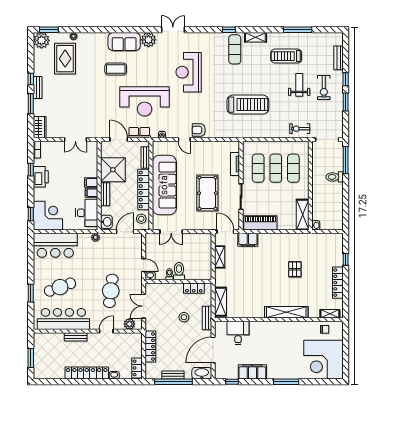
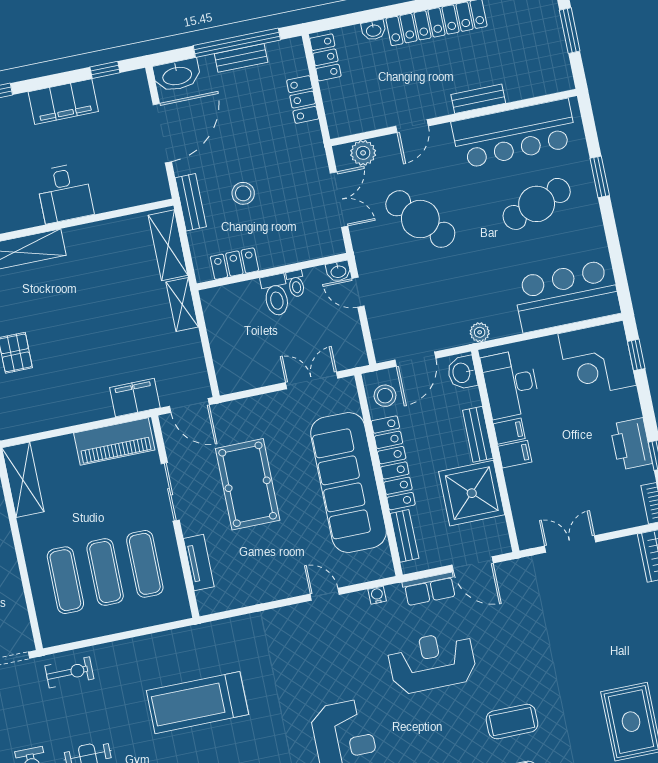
reception desk: (145, 101) -> (432, 662), width x0.74, depth x0.77
armchair: (199, 130) -> (296, 622), removed
shelving: (220, 257) -> (182, 305), moved
cafe table: (111, 291) -> (420, 219), turned -50
desk: (238, 333) -> (65, 193), moved
locker: (150, 347) -> (303, 100), width x0.66

